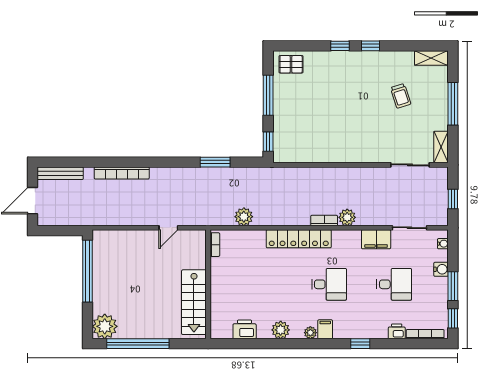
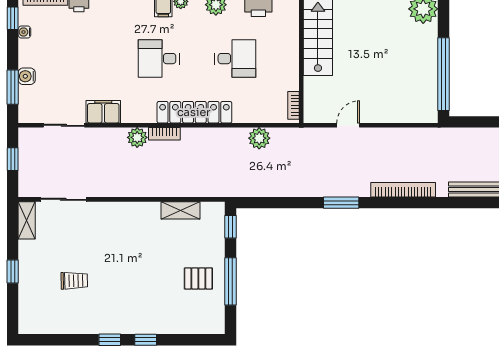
shelving: (431, 58) -> (180, 210), moved
pallet: (291, 64) -> (198, 278), moved
trolley: (401, 96) -> (74, 281), turned 107
window: (453, 104) -> (13, 271), width x0.46
window: (215, 162) -> (341, 203), moved
water cooler: (443, 244) -> (24, 32), moved
desk: (394, 284) -> (235, 59), moved, turned 180
window: (453, 286) -> (13, 87), moved

